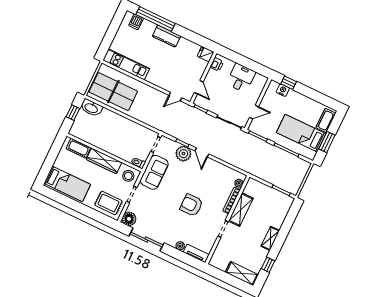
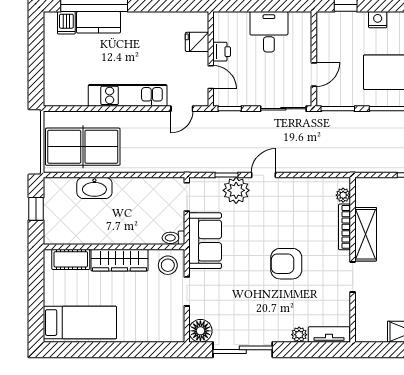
kitchen counter: (167, 36) -> (98, 22), moved
fridge: (206, 54) -> (197, 42), moved
kitchen unit: (126, 64) -> (128, 95), moved
printer: (217, 64) -> (222, 52), moved
nightstand: (283, 90) -> (378, 20), moved
washbasin: (91, 108) -> (94, 188), moved
door: (202, 152) -> (264, 175), swing flipped
rug: (108, 203) -> (157, 322), removed

